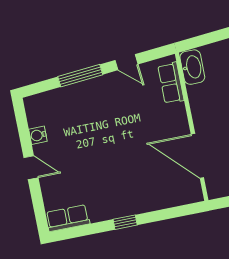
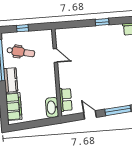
door: (197, 156) -> (55, 55), width x0.53

